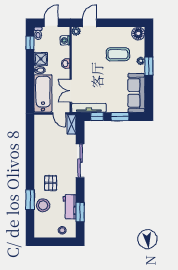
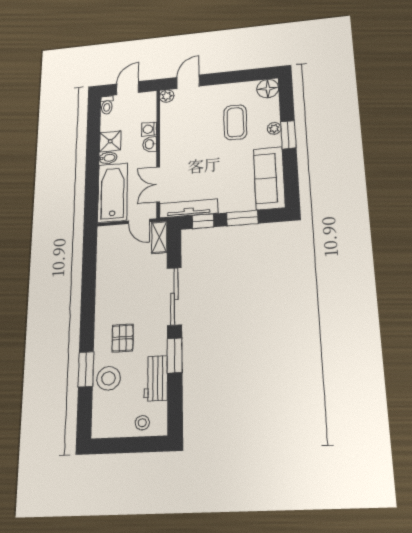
washing machine: (65, 40) -> (149, 129), moved
window: (30, 43) -> (94, 120), removed
coffee table: (118, 54) -> (235, 122), turned 90
window: (80, 212) -> (175, 356), moved

